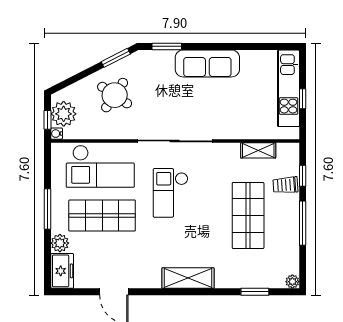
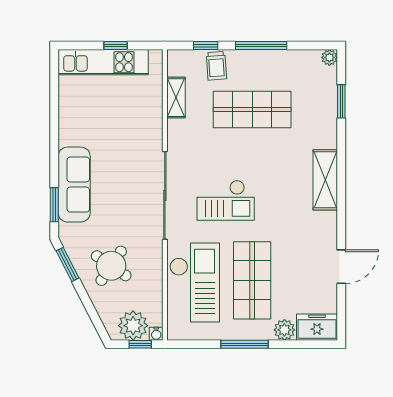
sofa: (207, 63) -> (74, 185), moved

